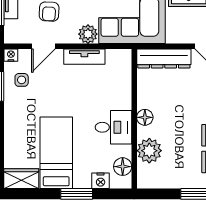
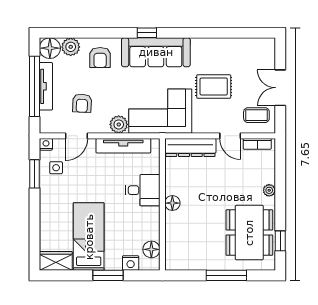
tv unit: (84, 57) -> (123, 146), width x1.41
desk: (113, 127) -> (143, 190), moved
plant: (149, 151) -> (177, 234), removed

